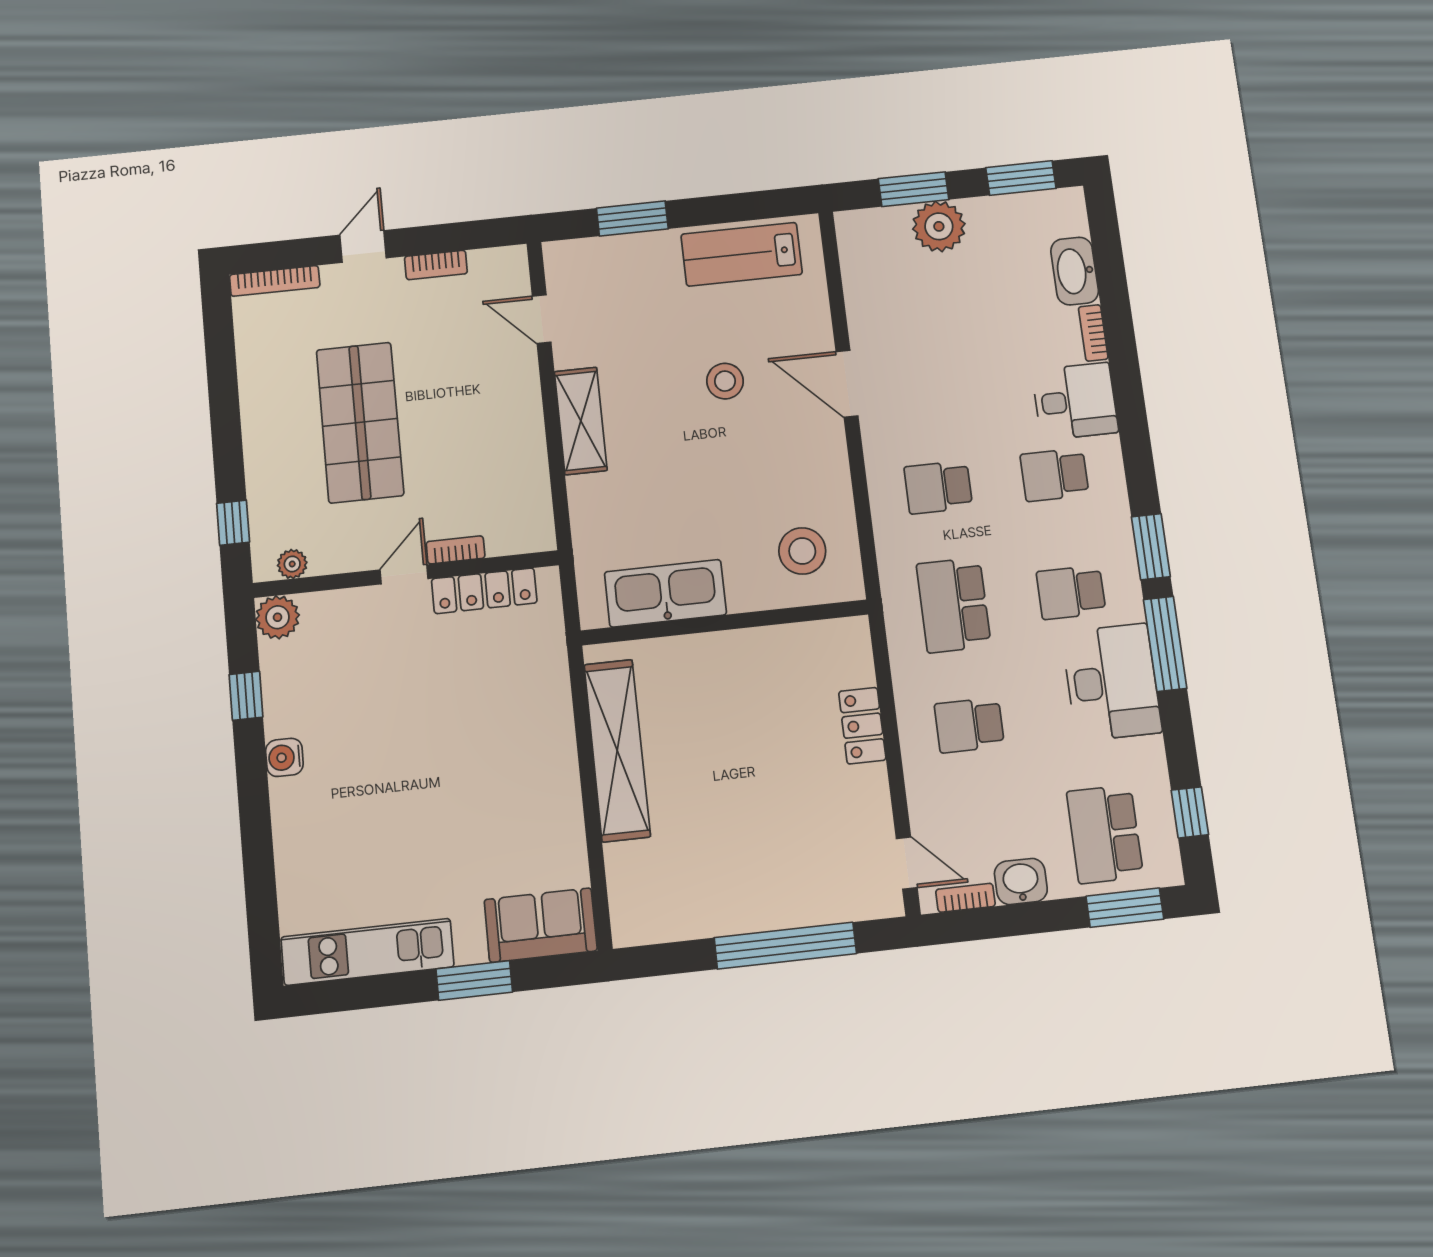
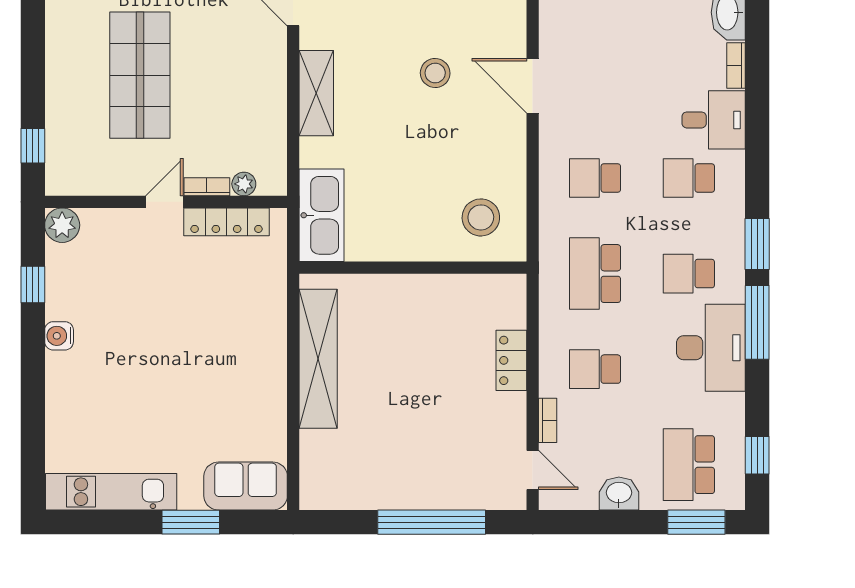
plant: (292, 564) -> (244, 184), moved
kitchen sink: (665, 593) -> (321, 215), moved, turned 90
bookcase: (965, 898) -> (548, 420), moved, turned 90

